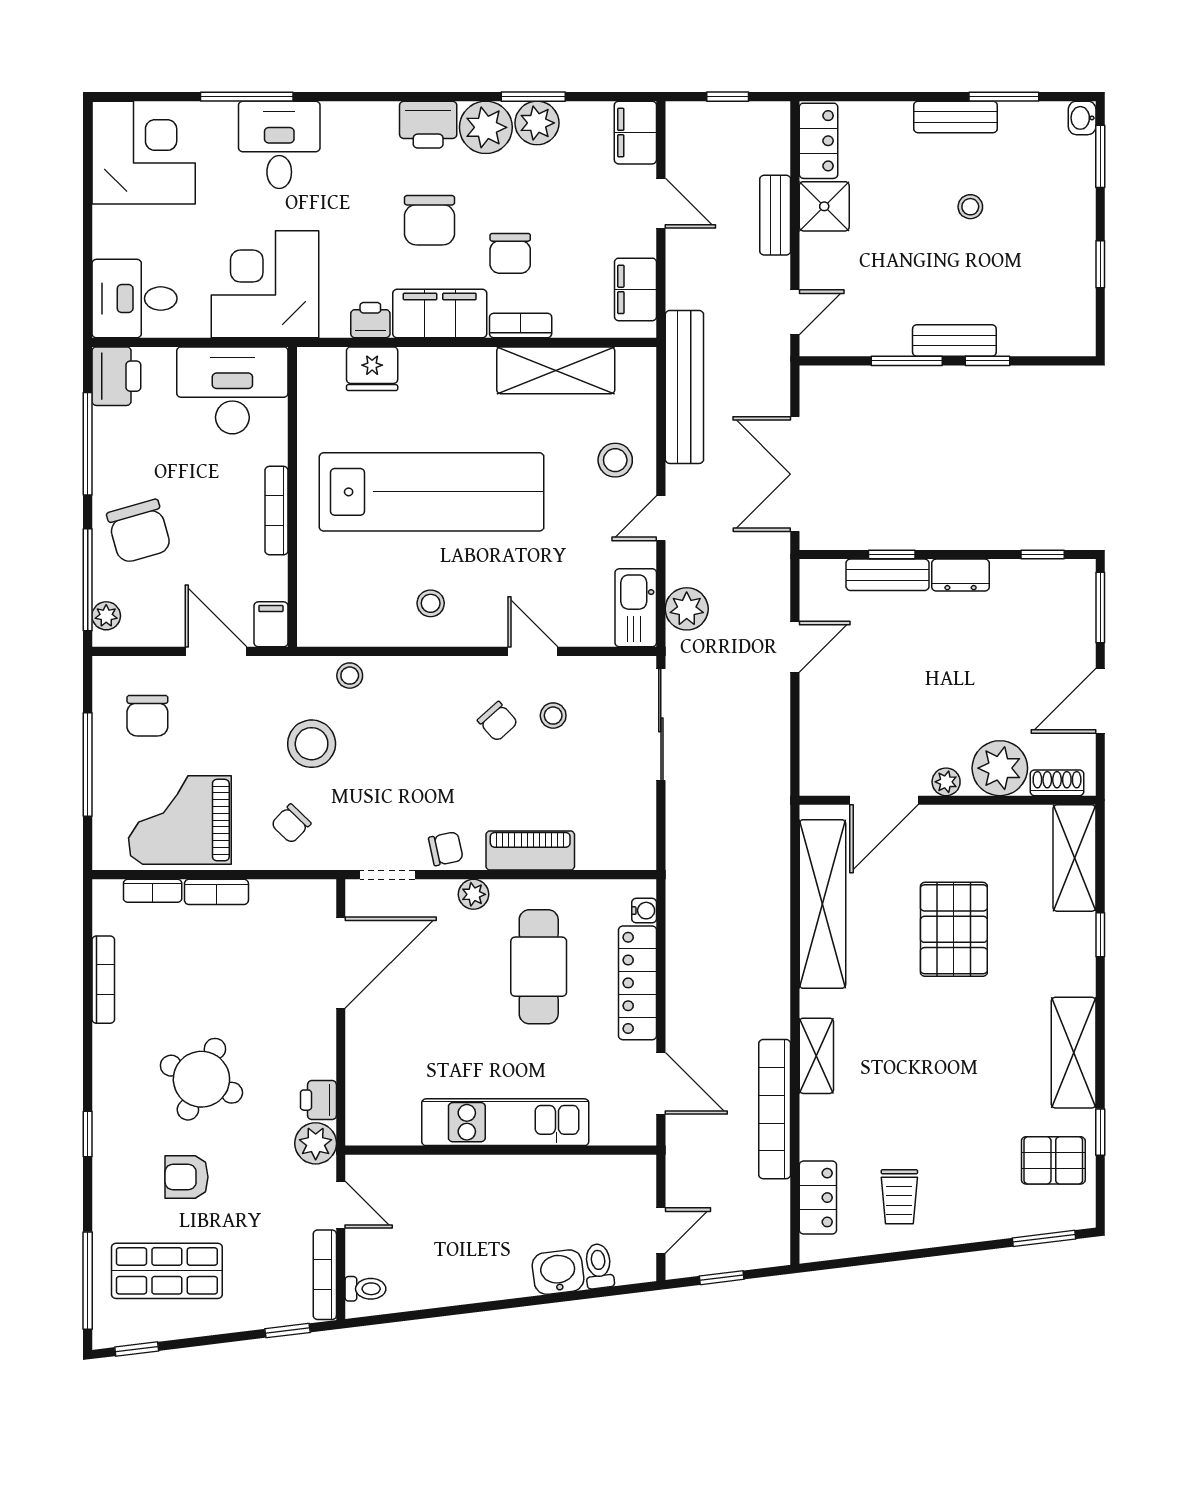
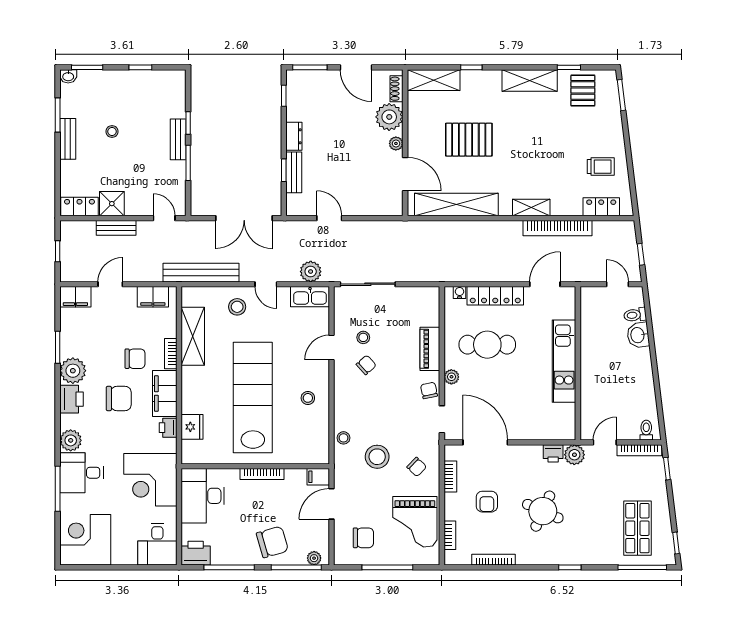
plant: (537, 123) -> (71, 440), moved
bookcase: (216, 892) -> (450, 477), moved
armchair: (187, 1177) -> (487, 502), moved

